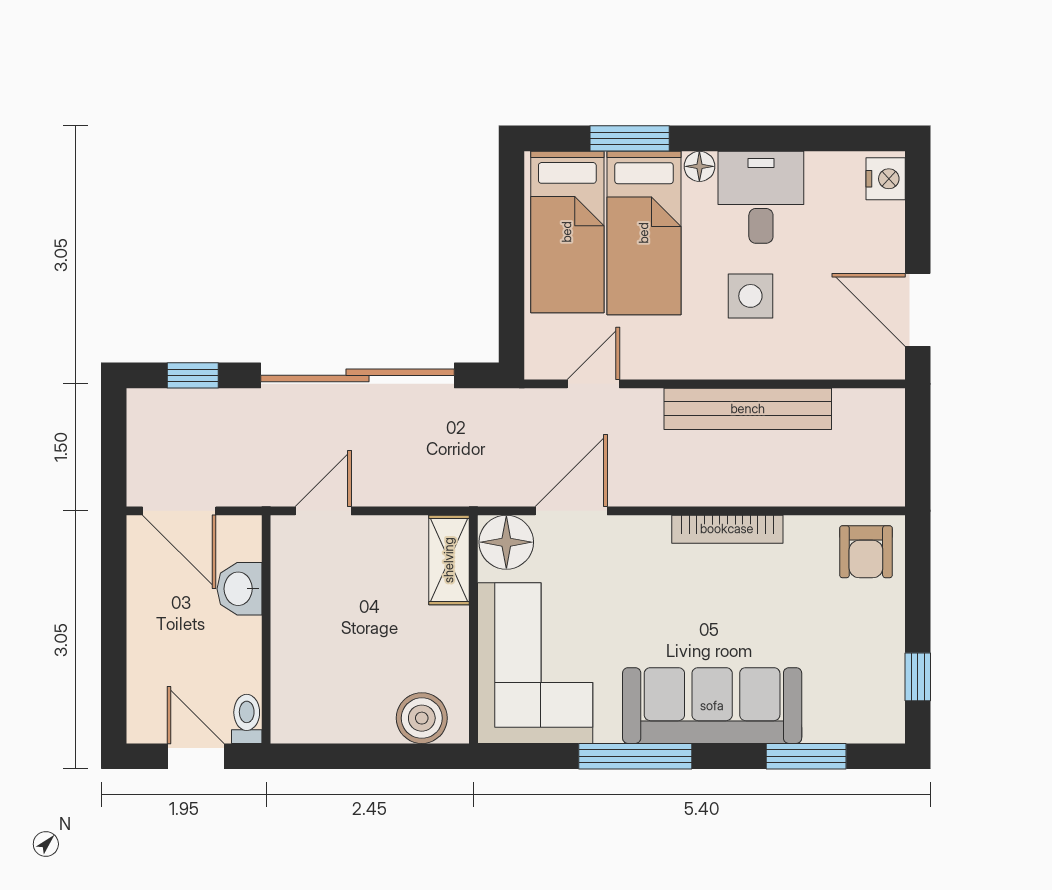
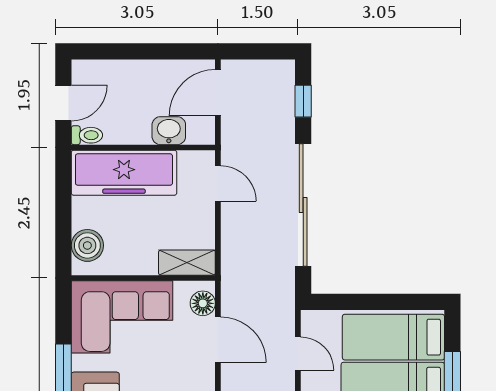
floor lamp: (506, 542) -> (203, 303), width x0.73, depth x0.73
freezer: (306, 660) -> (124, 173), added

